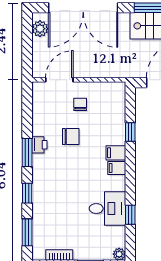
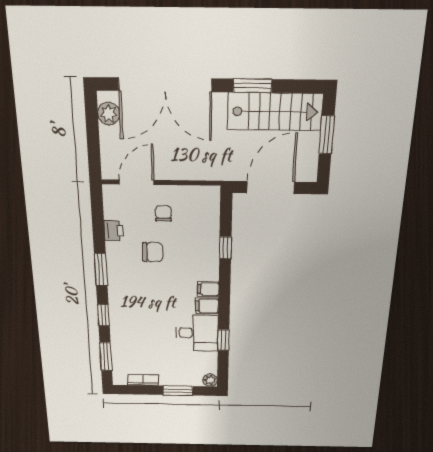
printer: (39, 145) -> (114, 231), moved
filing cabinet: (116, 153) -> (207, 306), moved

